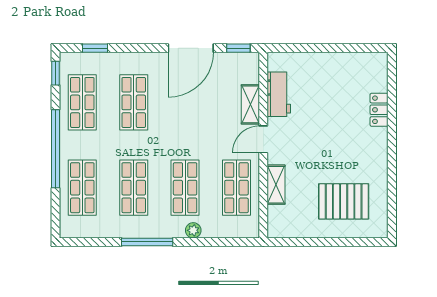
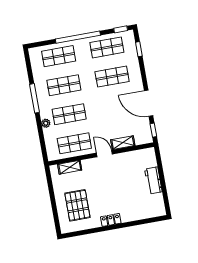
workbench: (279, 94) -> (153, 180), moved, turned 90
locker: (379, 110) -> (111, 220), moved
shelving: (276, 185) -> (70, 167), moved

